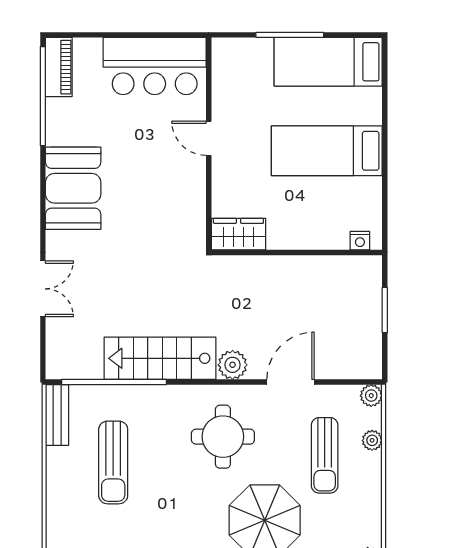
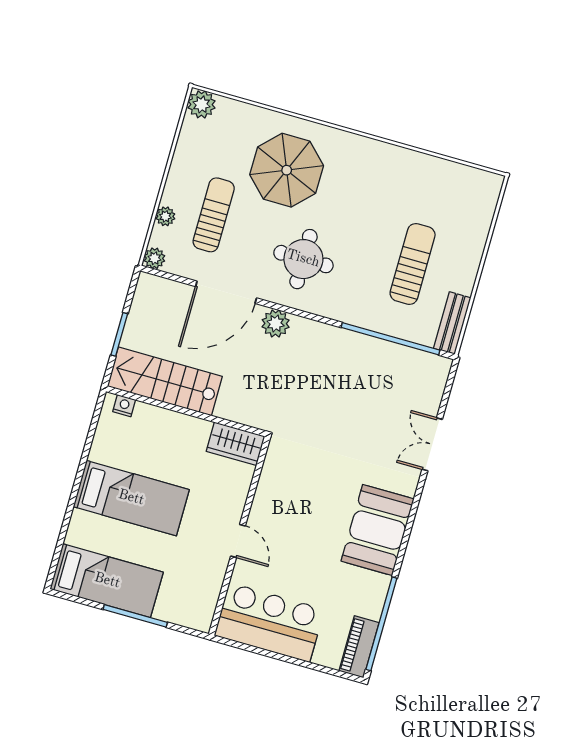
stairs: (160, 358) -> (165, 381), moved, turned 180
door: (291, 382) -> (226, 292), width x1.36

